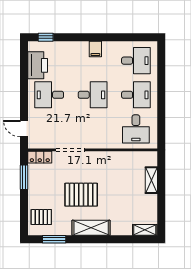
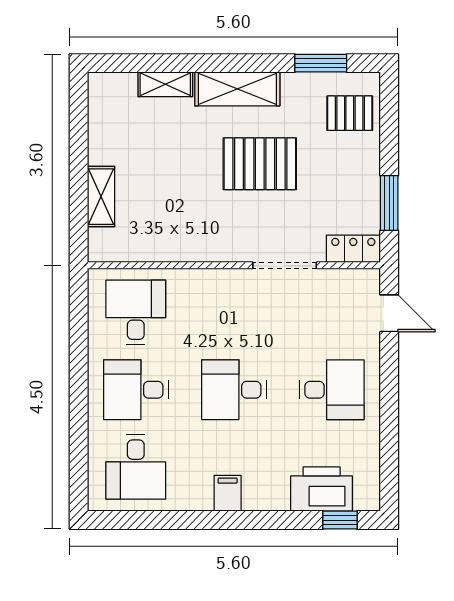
desk: (136, 61) -> (136, 467), turned -90
printer: (38, 65) -> (322, 489), moved, turned 90
shelving: (145, 230) -> (165, 84), moved

